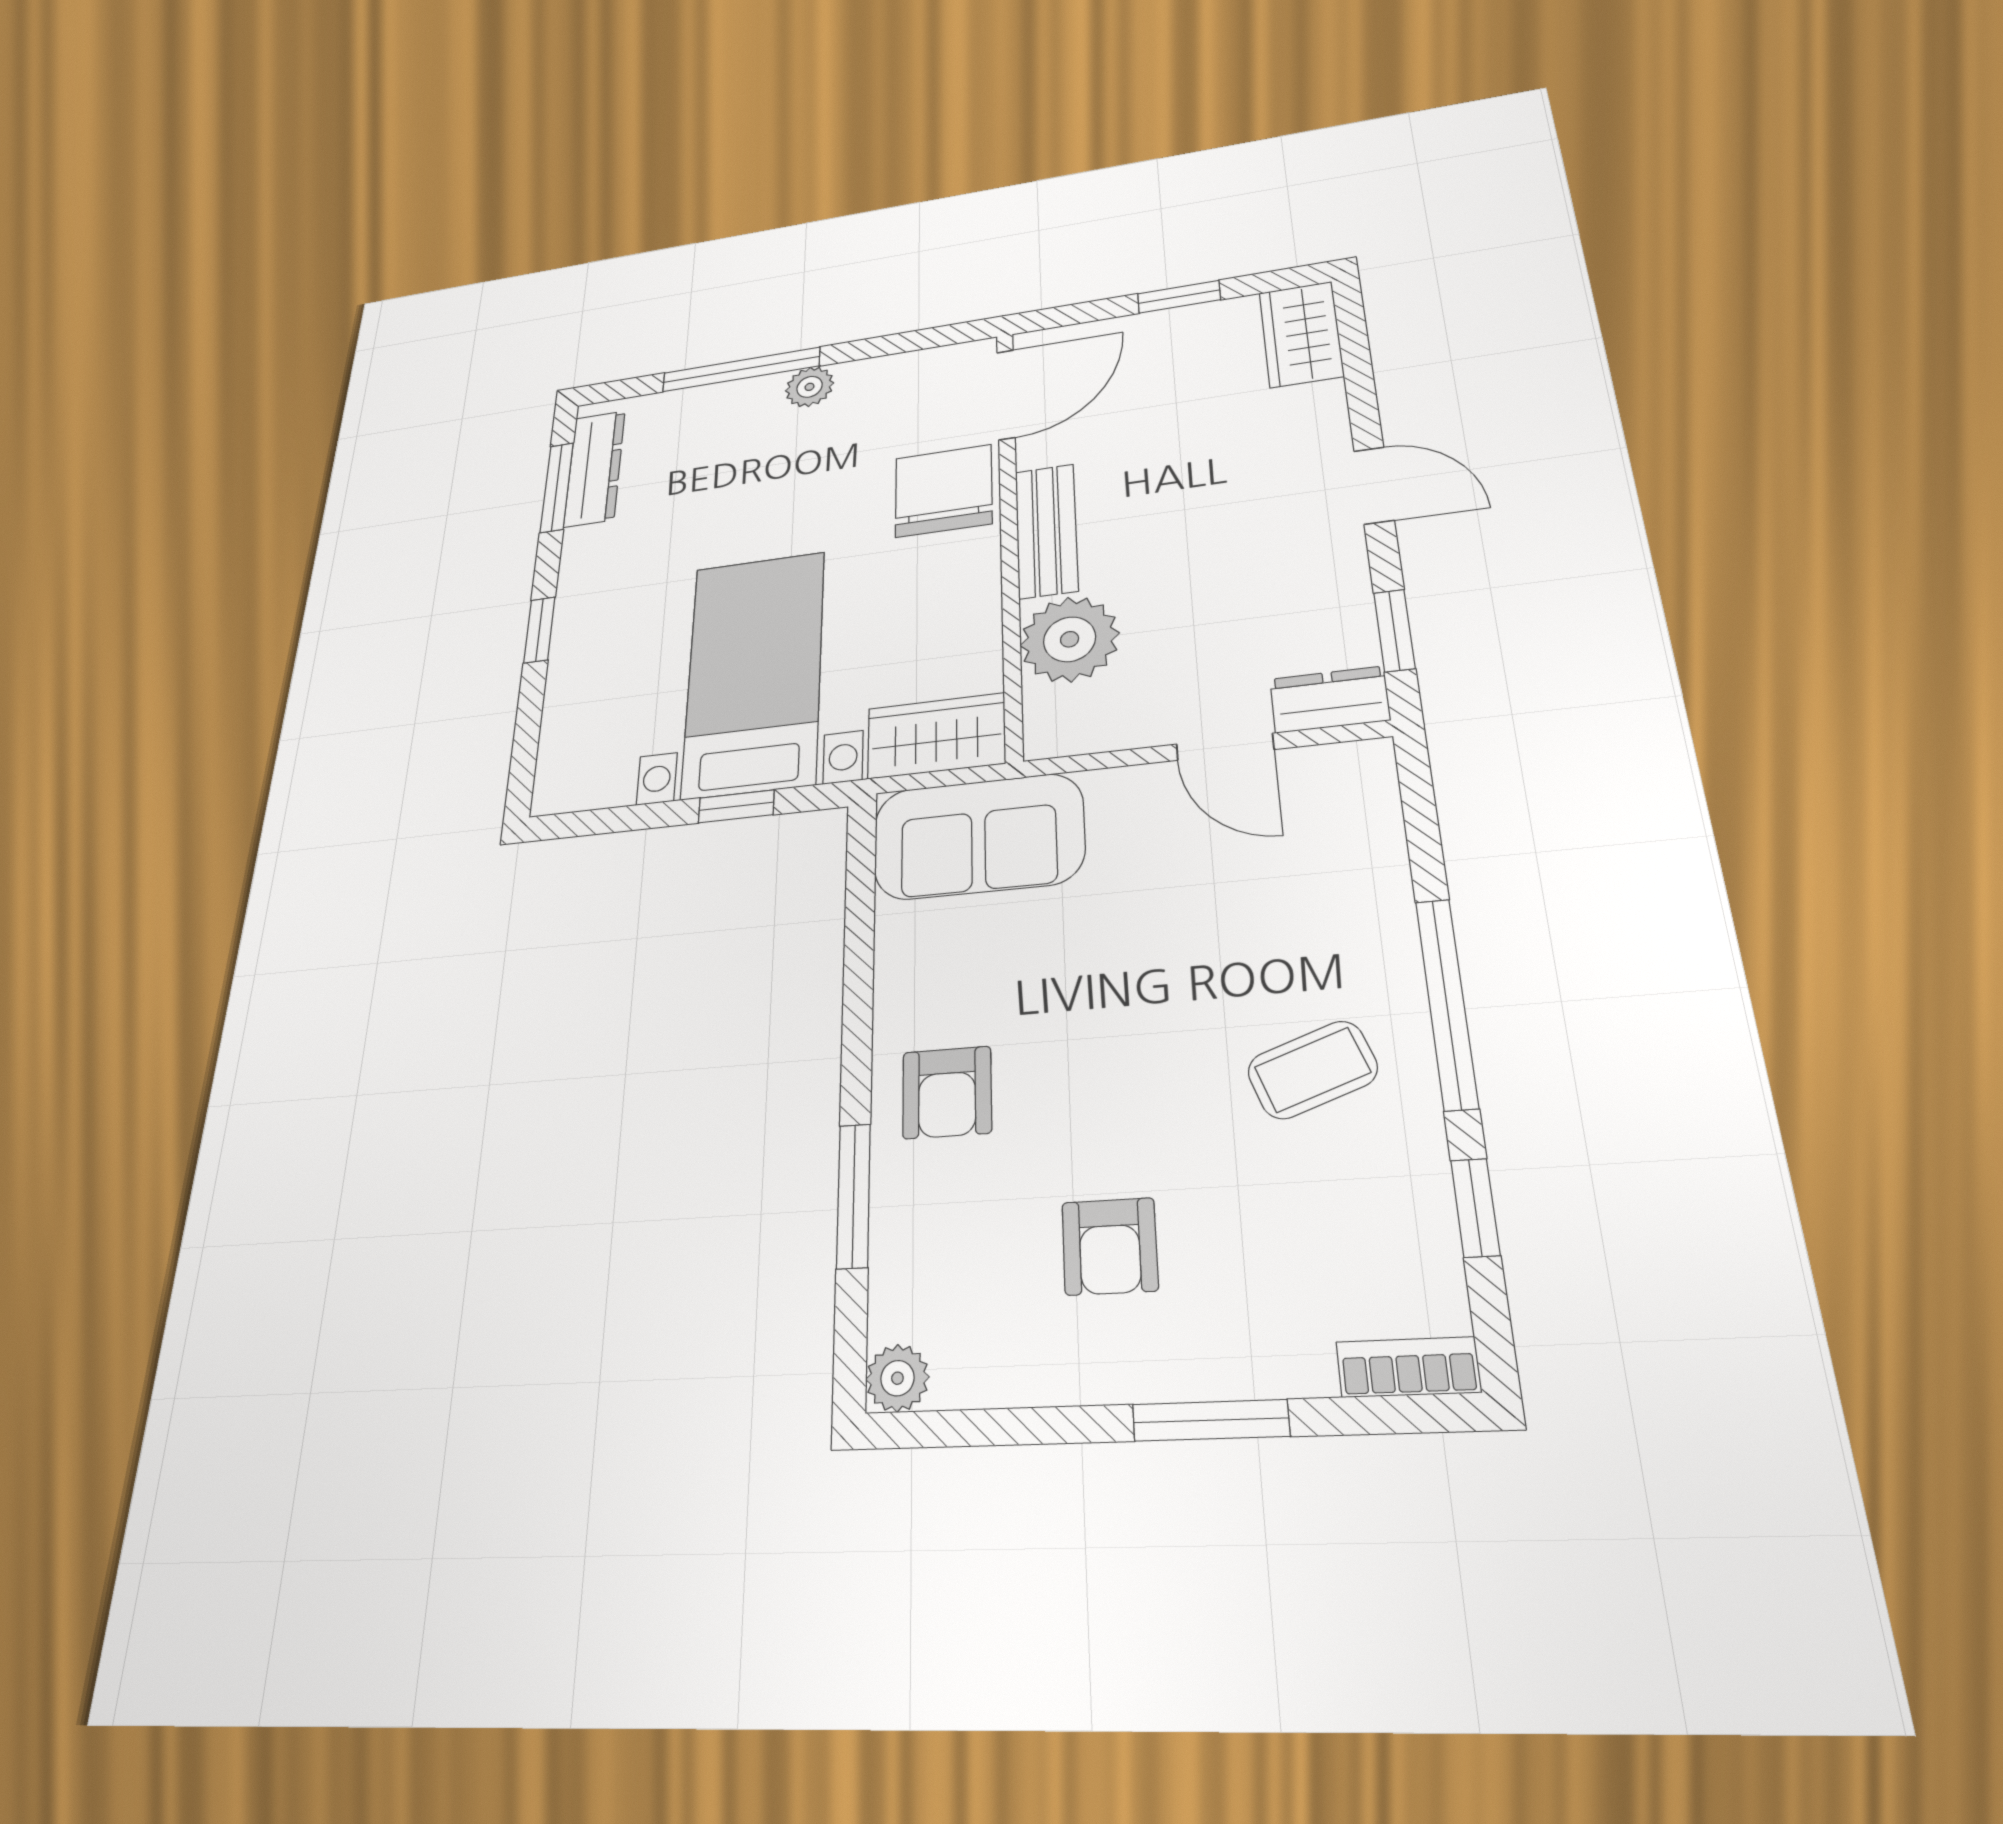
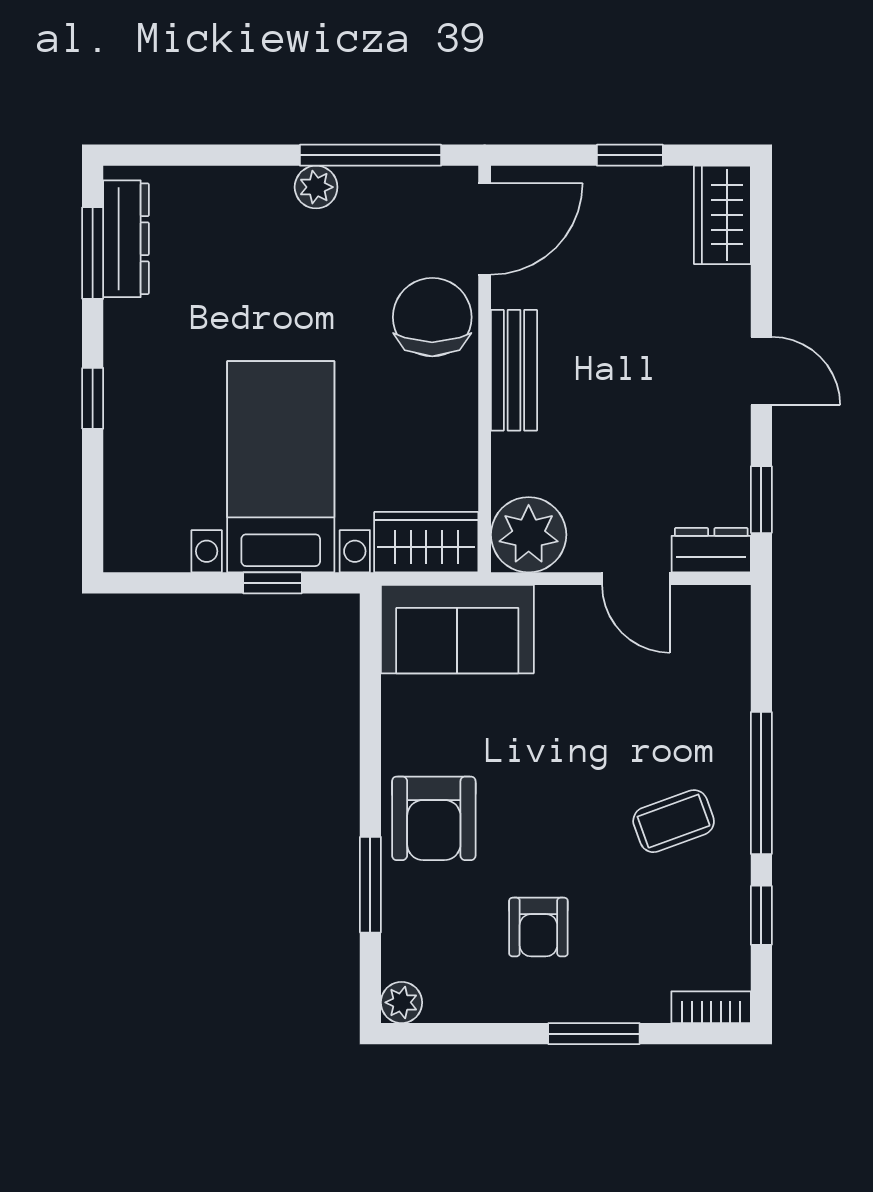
window: (741, 369) -> (370, 155), moved
plant: (1070, 639) -> (529, 535), moved
armchair: (947, 1092) -> (434, 818), width x1.38, depth x1.38

